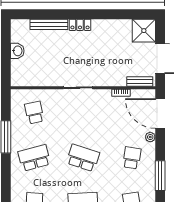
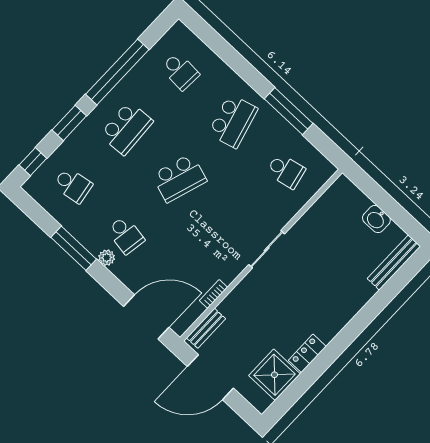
bench: (49, 24) -> (394, 262), moved
locker: (80, 25) -> (307, 353), moved
shower: (144, 31) -> (274, 375), moved
plant: (150, 137) -> (107, 258), moved

